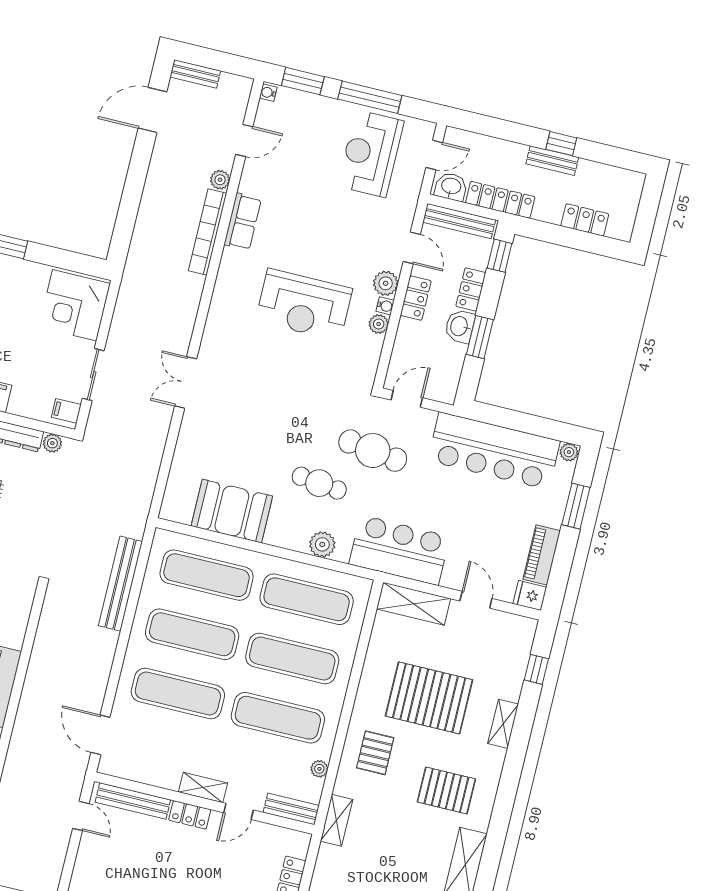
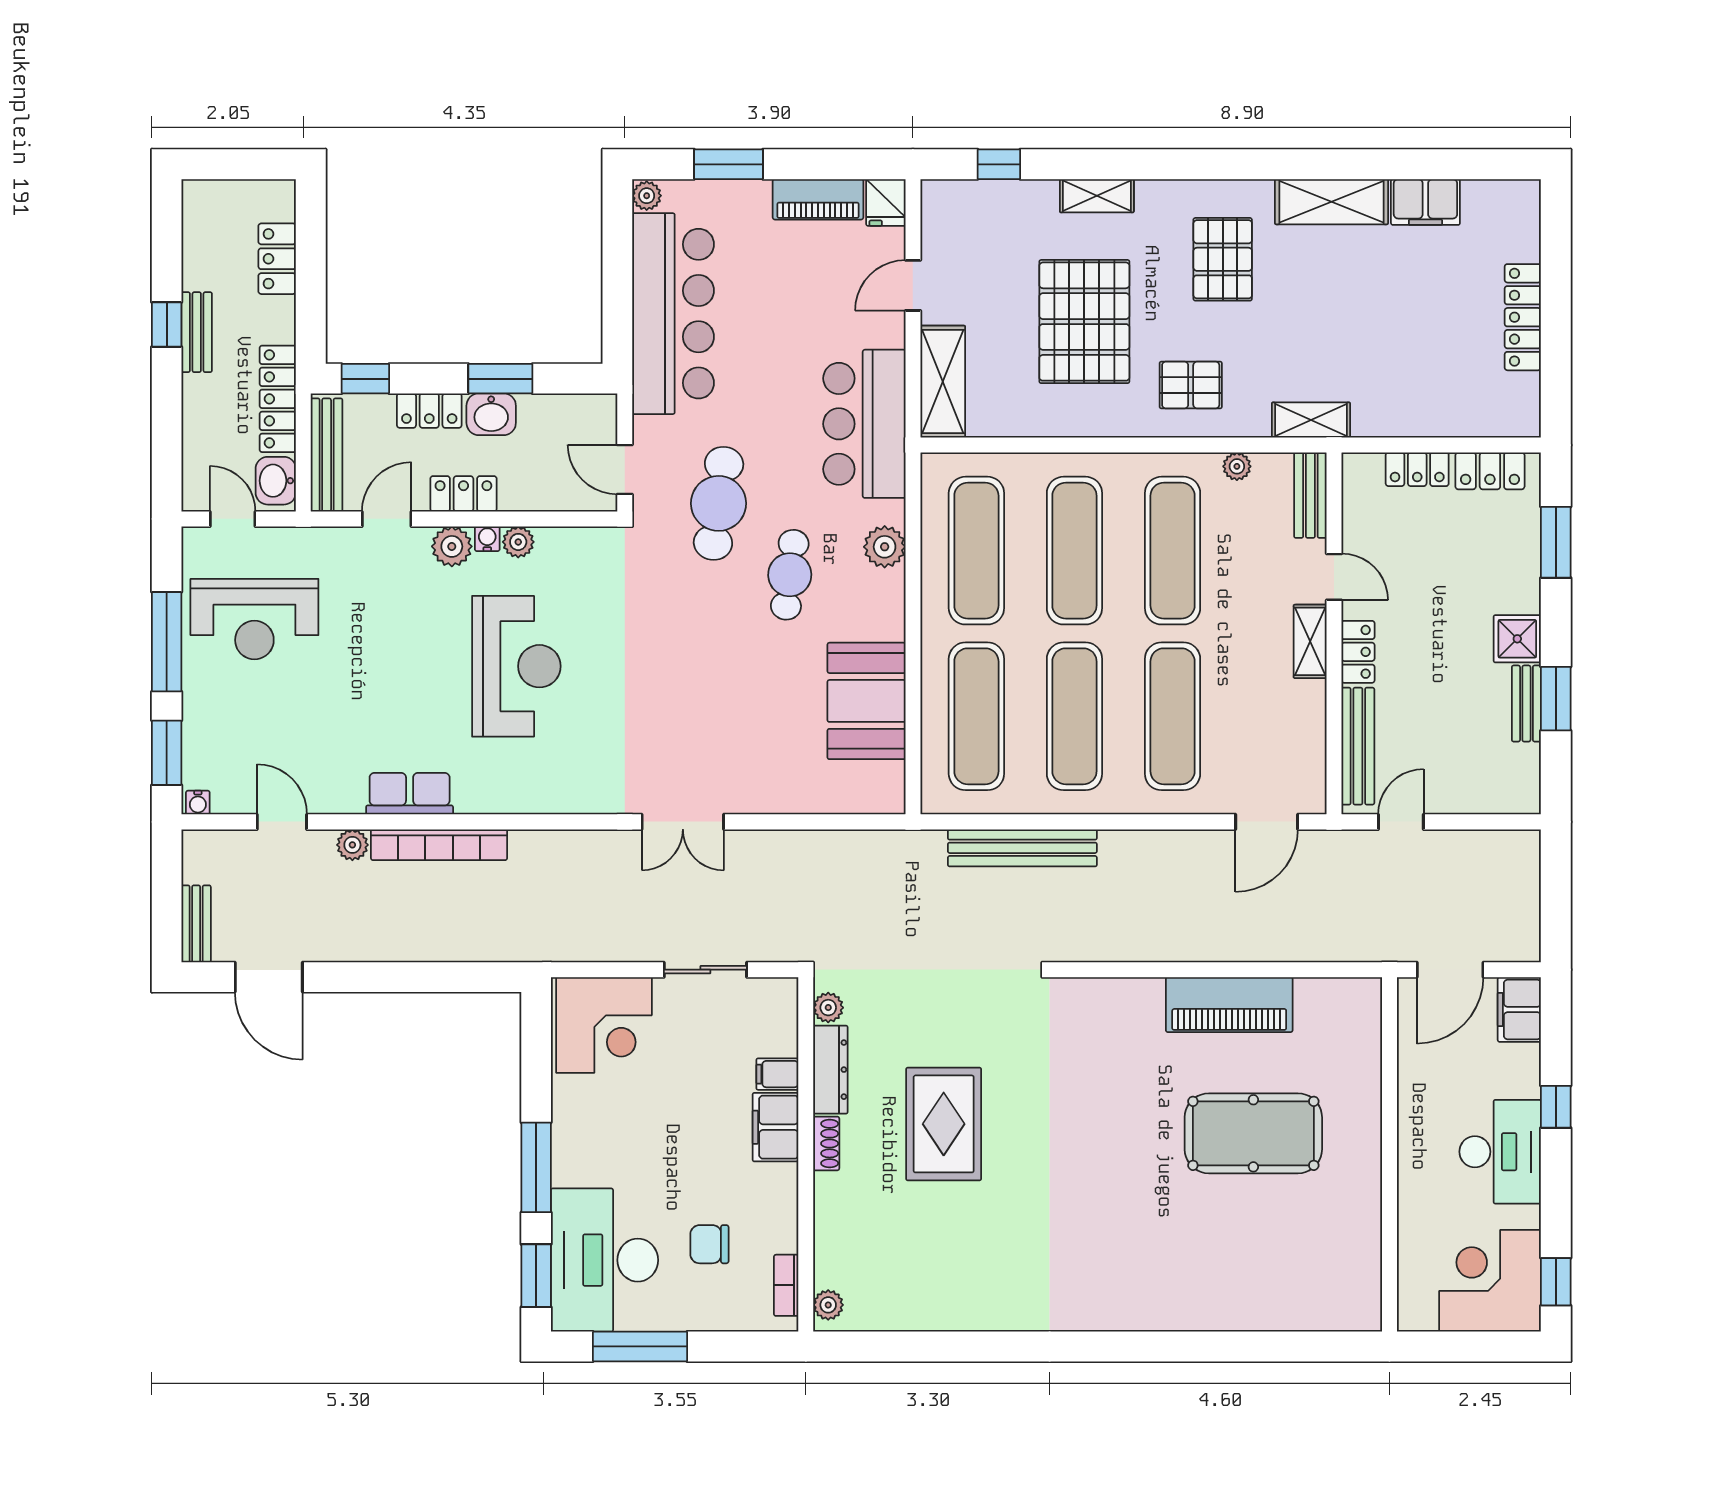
filing cabinet: (66, 411) -> (777, 1074), moved, turned 90

